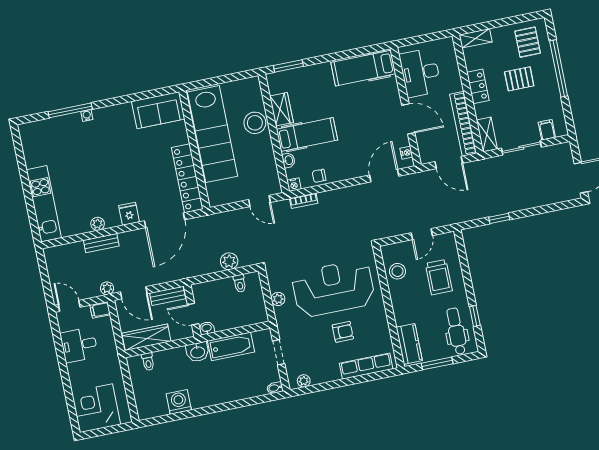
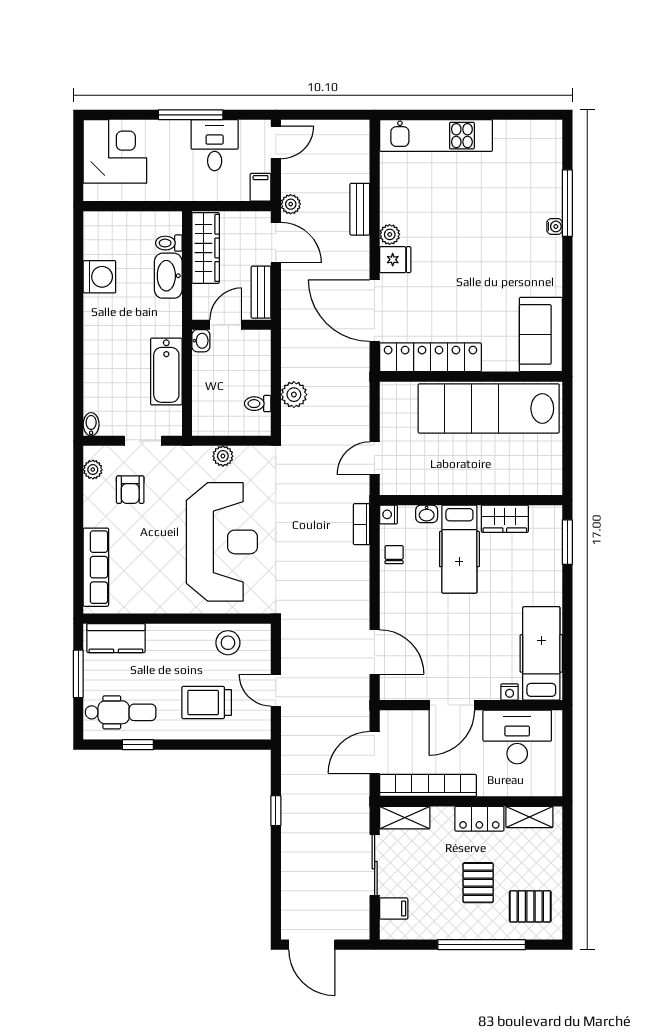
shelving: (476, 38) -> (529, 817), moved, turned 90
stool: (255, 123) -> (493, 475), removed
nightstand: (406, 153) -> (510, 692), moved
plant: (98, 224) -> (390, 234), moved
door: (134, 293) -> (276, 243), swing flipped
armchair: (343, 332) -> (130, 490), moved
washbasin: (198, 352) -> (168, 276), moved, width x1.38
window: (63, 364) -> (191, 115), added

